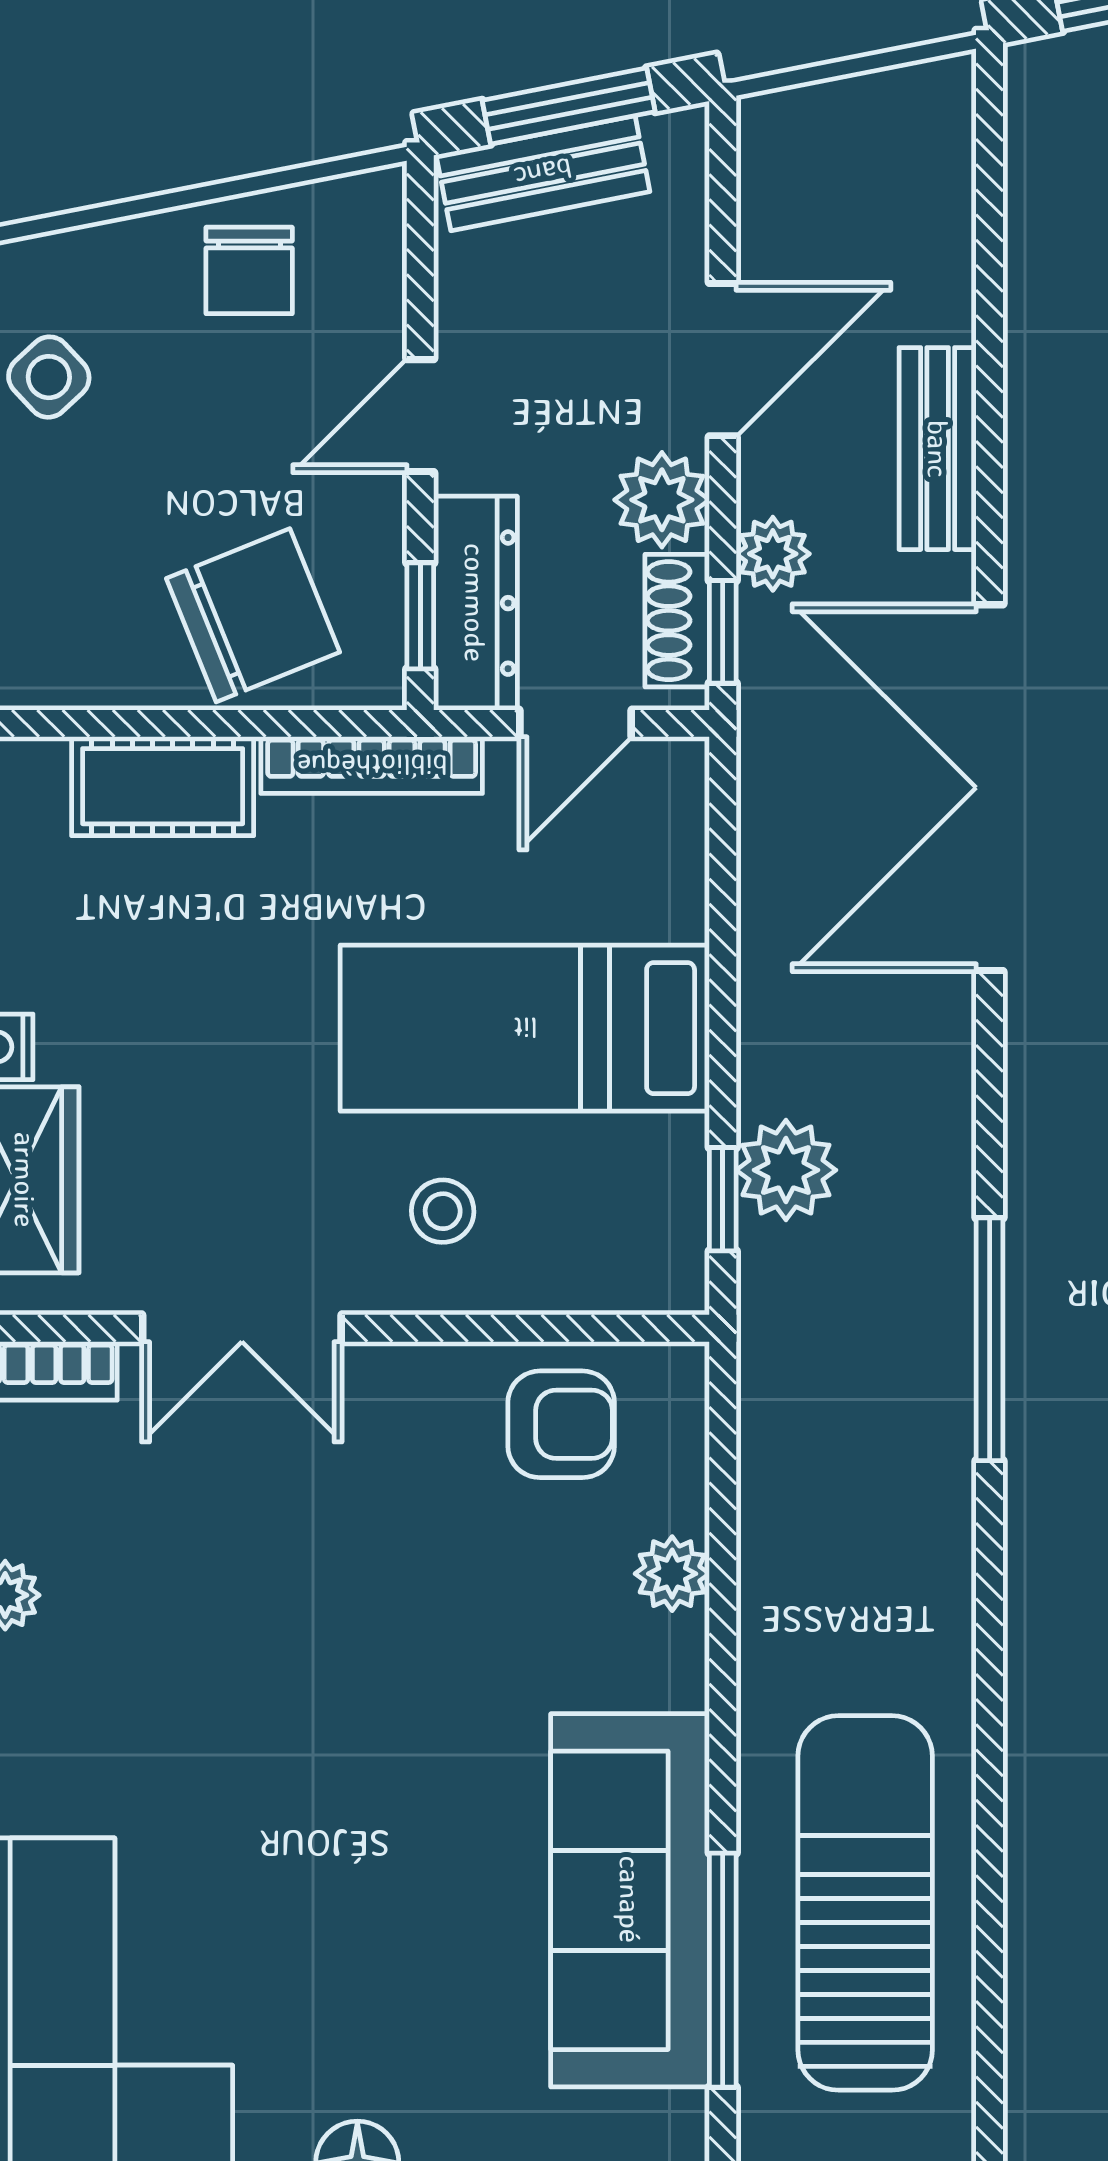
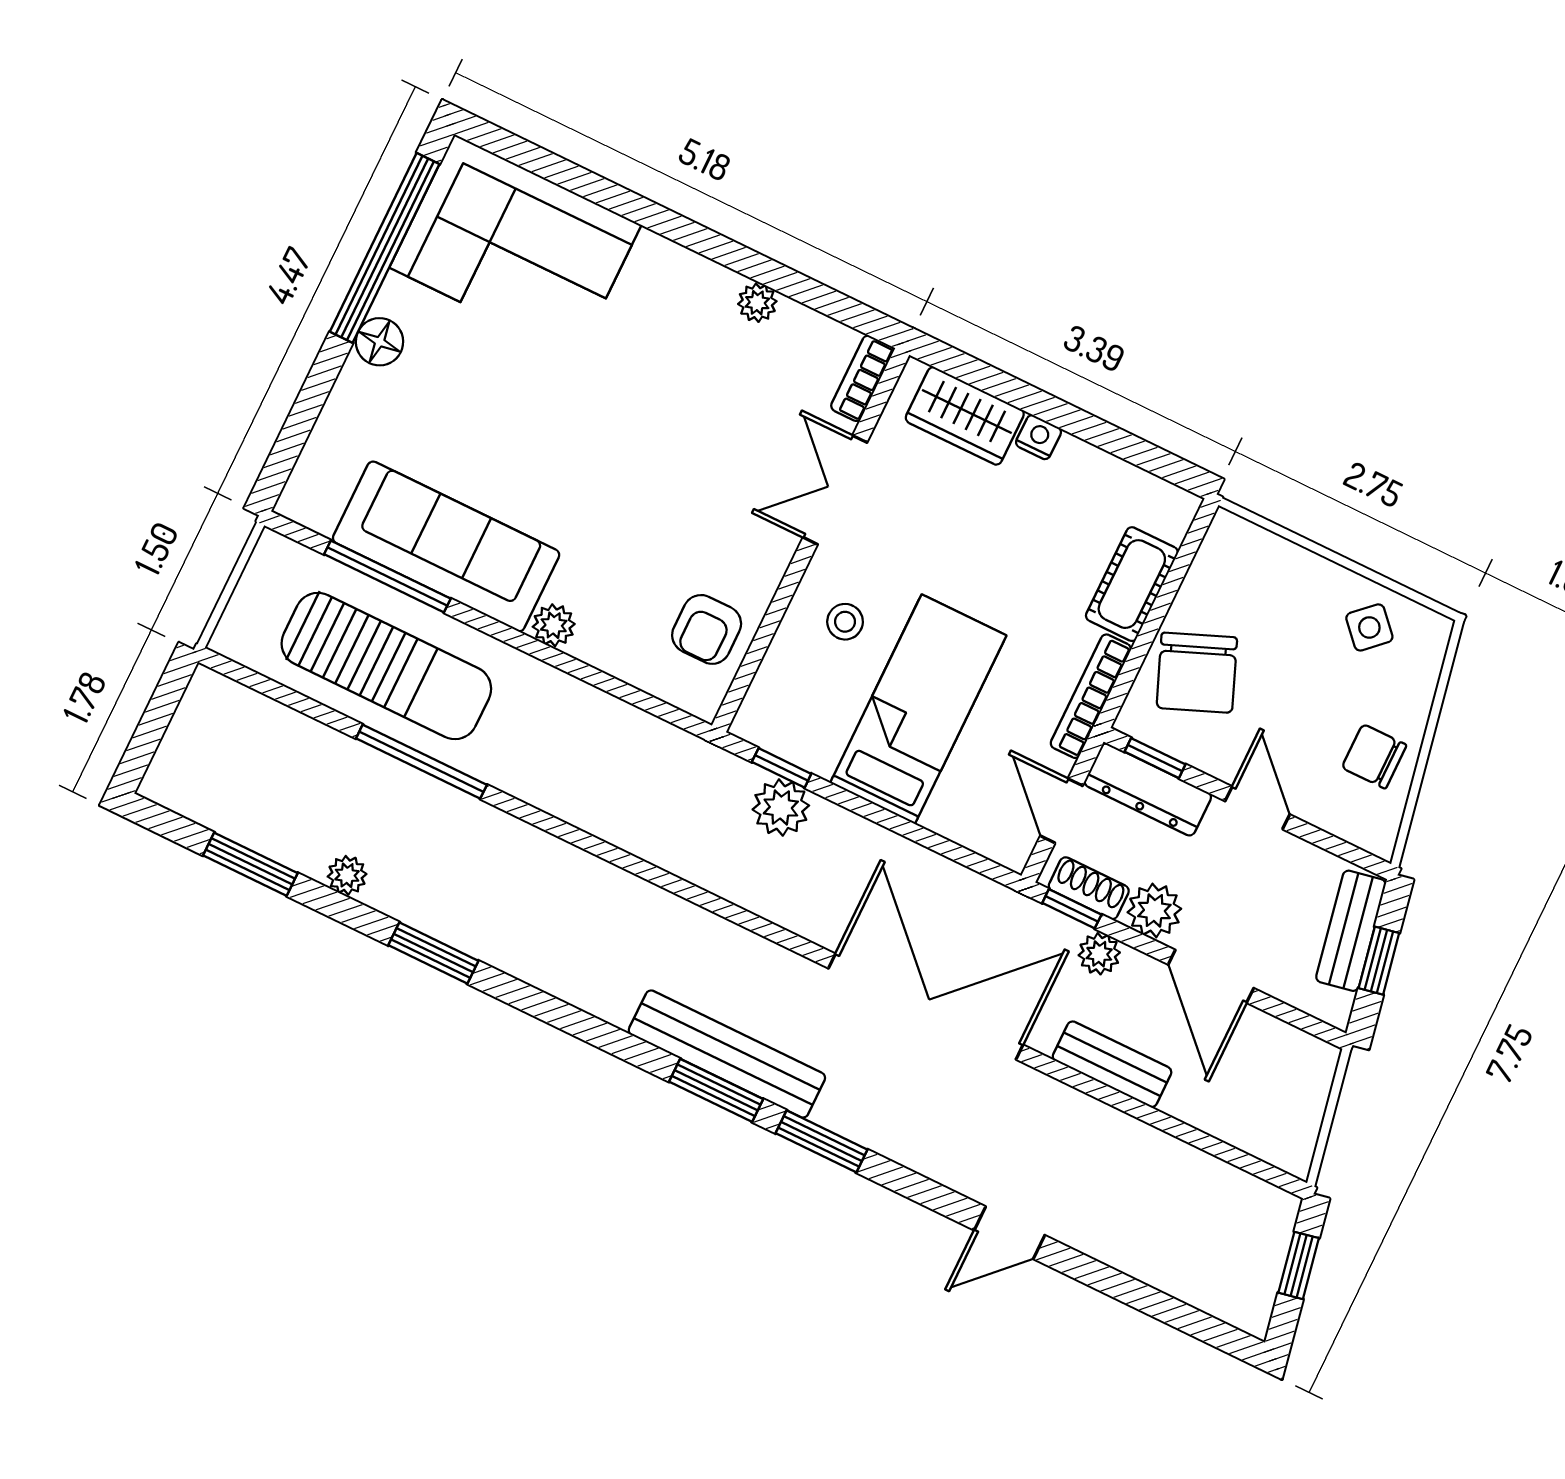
window: (569, 106) -> (1379, 961), width x0.67
window: (990, 1339) -> (421, 762), moved
plant: (672, 1574) -> (554, 625), moved

